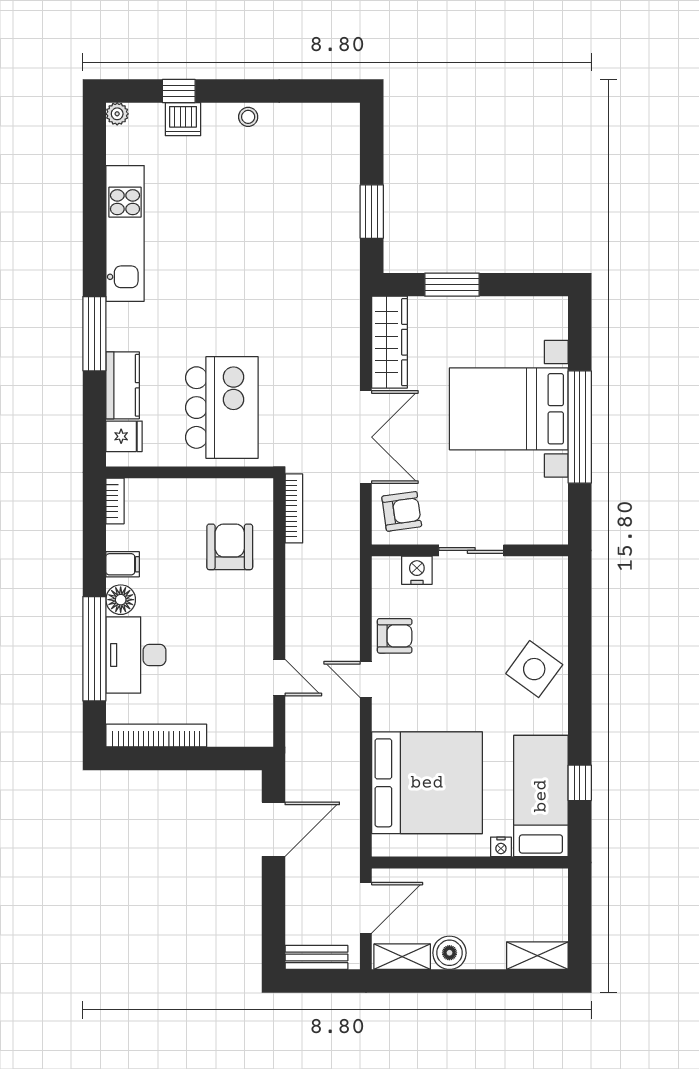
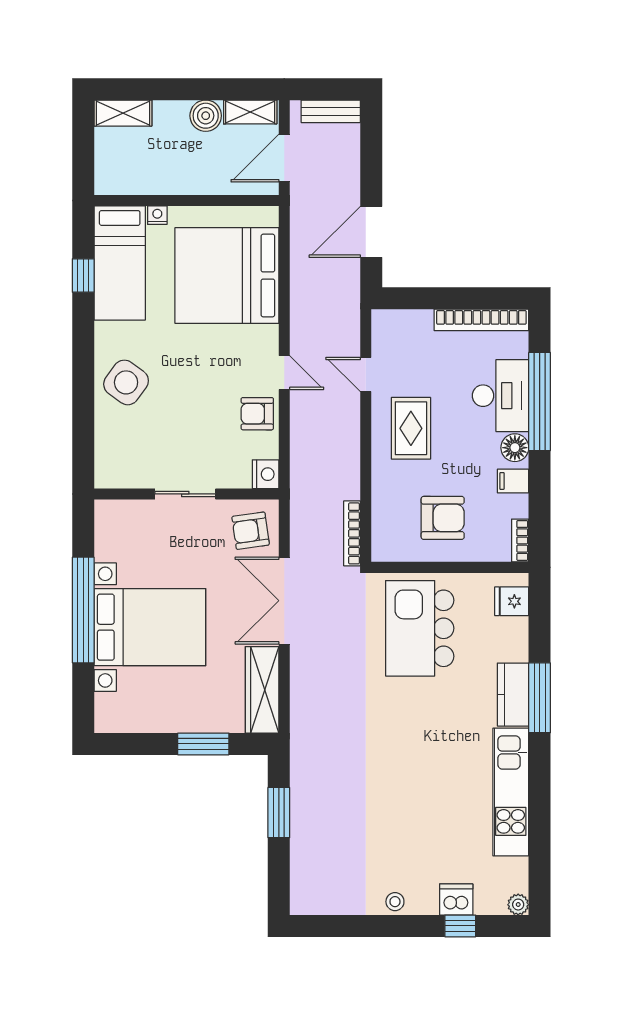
kitchen counter: (123, 385) -> (513, 695), moved
armchair: (230, 547) -> (443, 518), moved, turned -90
nightstand: (417, 570) -> (266, 474), moved, turned -90
rug: (231, 620) -> (411, 428), added

